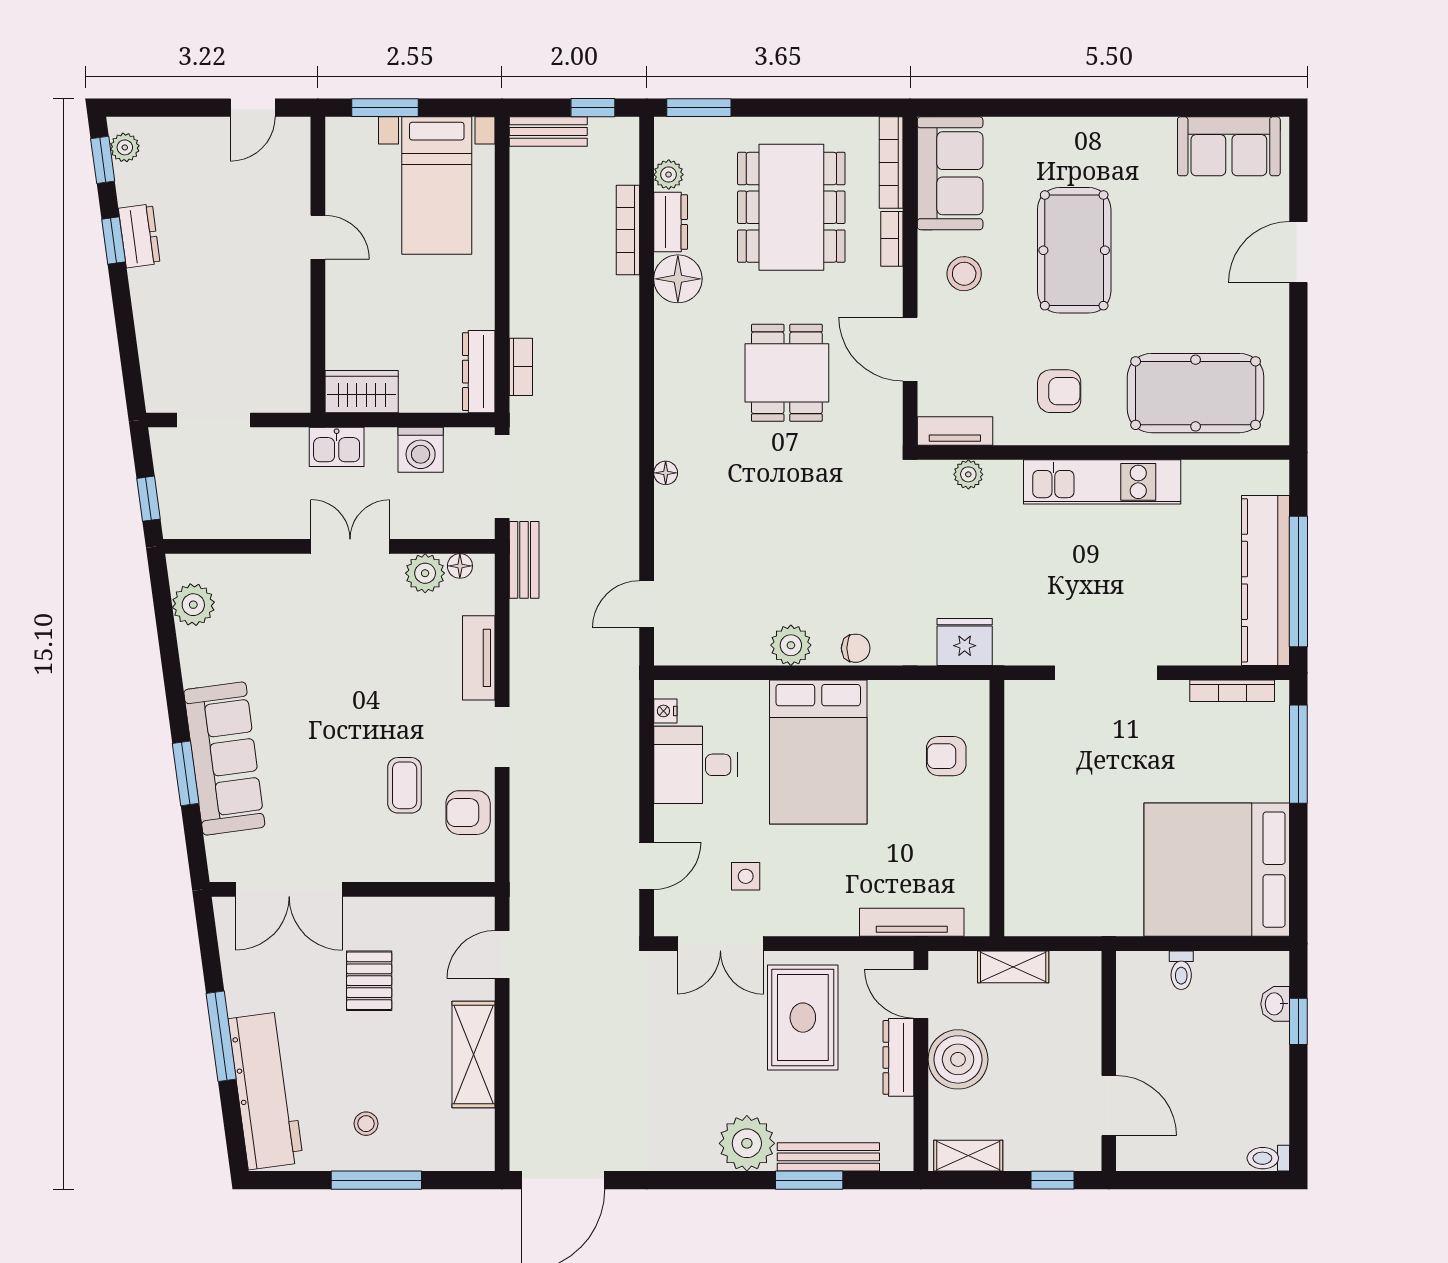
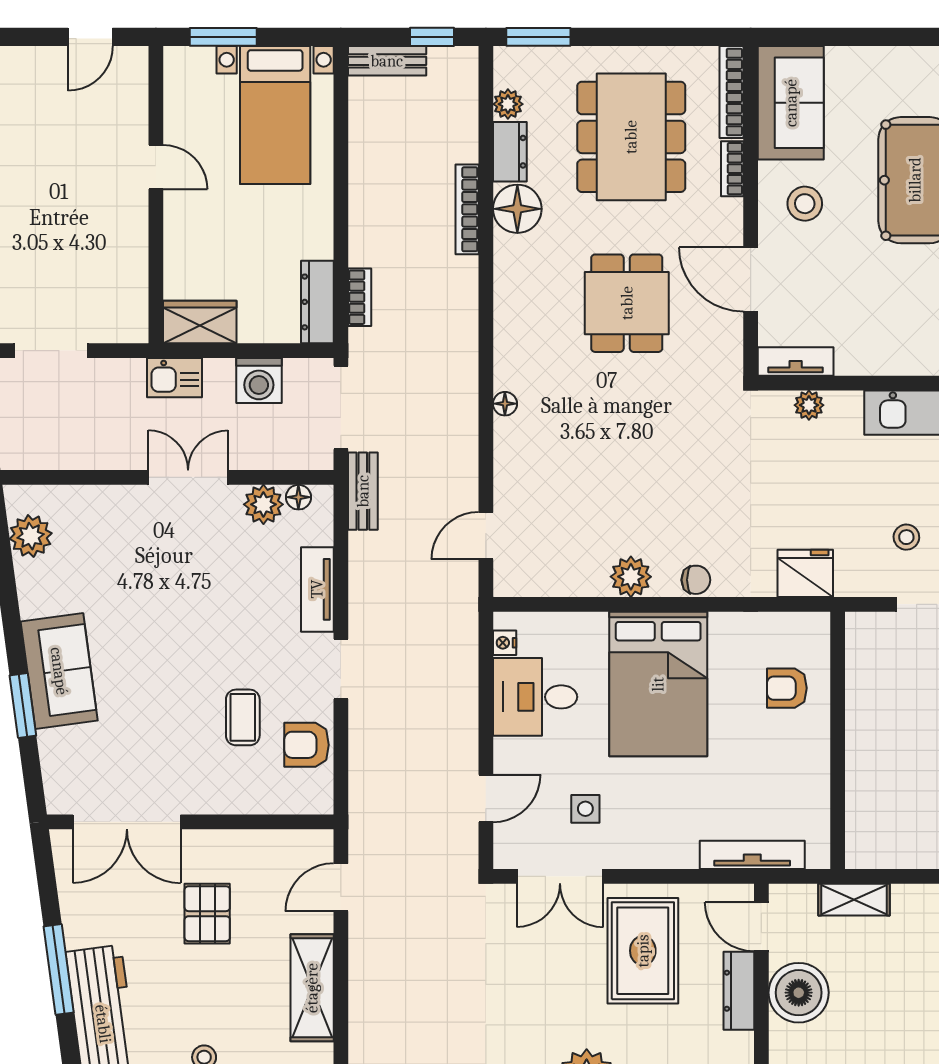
bookcase: (628, 230) -> (467, 209), moved
armchair: (1059, 391) -> (900, 322), removed
stool: (1065, 606) -> (906, 537), added
sofa: (224, 759) -> (59, 671), width x0.73

